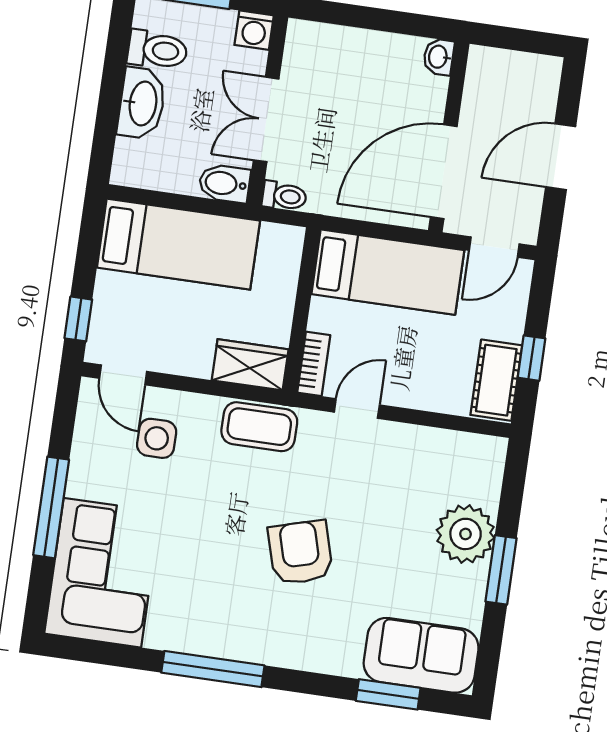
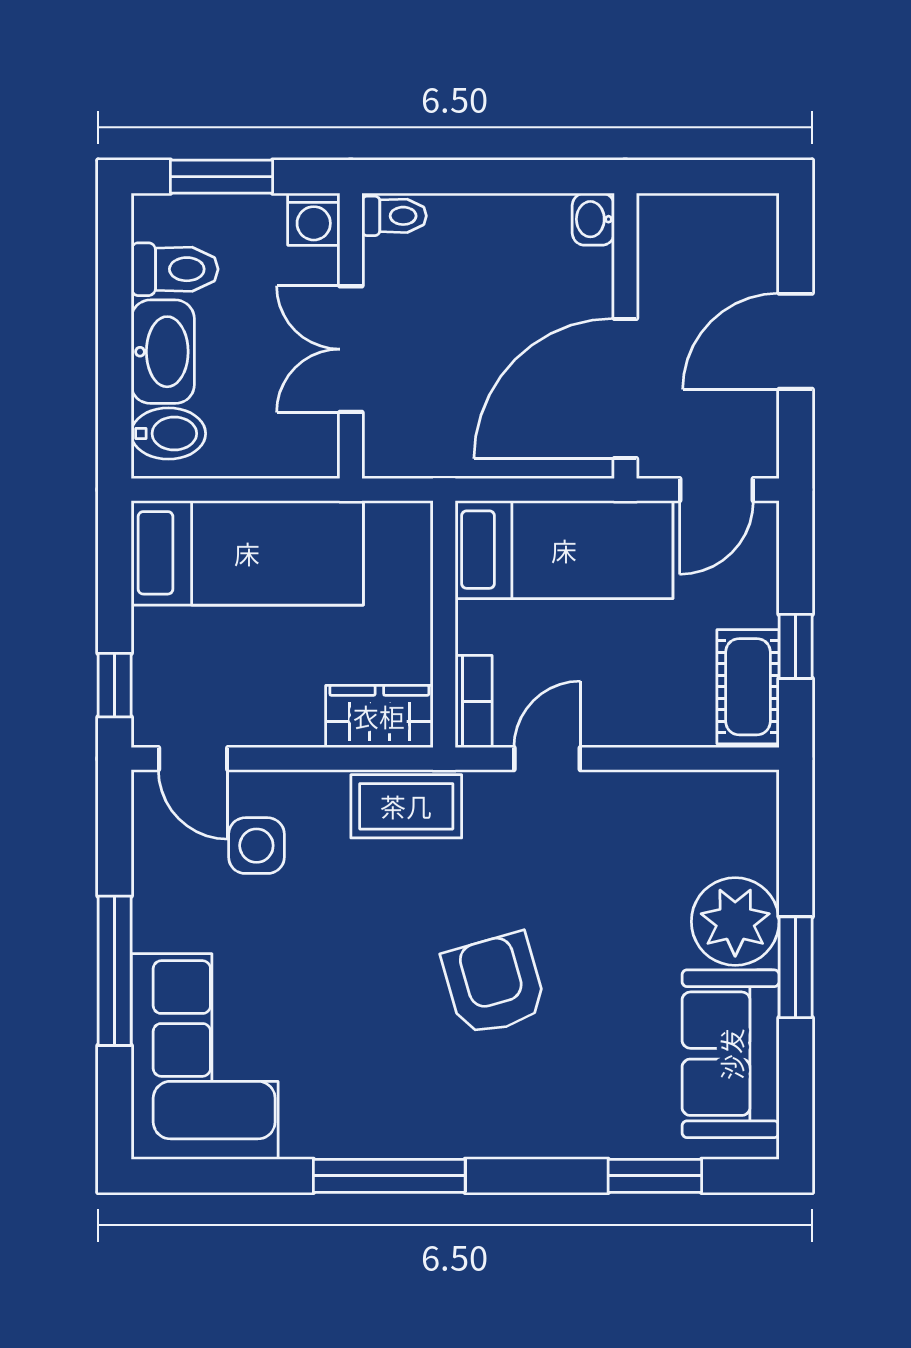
bidet: (224, 183) -> (168, 434), moved, turned 180
toilet: (284, 196) -> (394, 216), moved
sofa: (421, 655) -> (731, 1054), moved, turned -90

